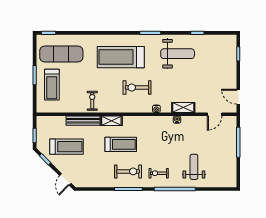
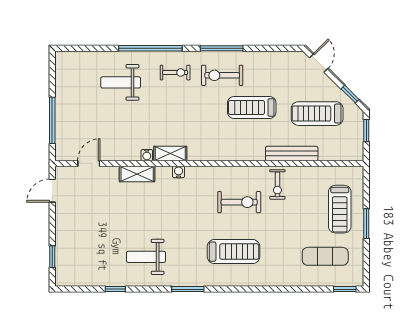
exercise mat: (61, 54) -> (325, 256), width x0.73, depth x0.69
weight bench: (178, 54) -> (146, 257), width x0.73, depth x0.75
treadmill: (121, 57) -> (234, 252), width x0.73, depth x0.73
treadmill: (52, 85) -> (340, 209), turned 180
exercise bike: (137, 88) -> (239, 202), moved
door: (238, 97) -> (52, 191), swing flipped
shelving: (111, 121) -> (170, 153), moved
treadmill: (121, 144) -> (252, 107), moved
weight bench: (194, 167) -> (121, 82), turned 90

